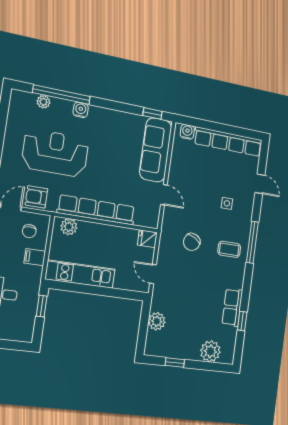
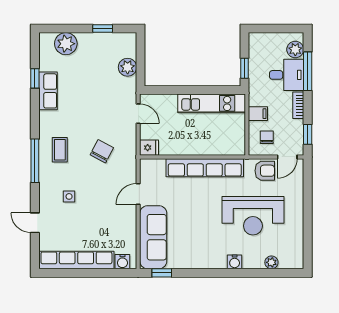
window: (62, 95) -> (255, 273), removed
door: (164, 195) -> (138, 194), hinge flipped
plant: (69, 227) -> (229, 147), removed
coffee table: (229, 249) -> (60, 150), turned 90

